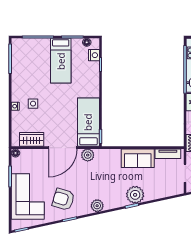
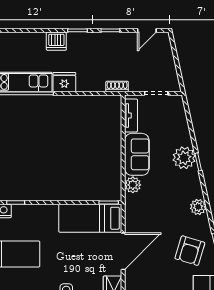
door: (63, 148) -> (123, 251), hinge flipped
plant: (88, 155) -> (133, 185), moved

